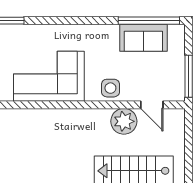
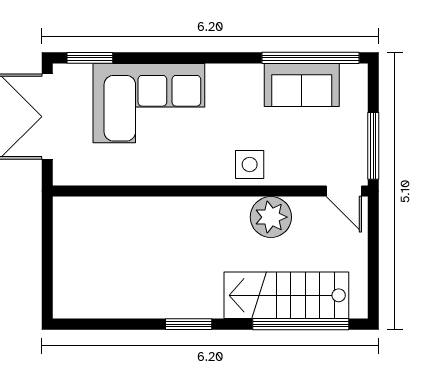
corner sofa: (49, 76) -> (149, 103), moved, turned 180
door: (152, 105) -> (344, 191), moved

